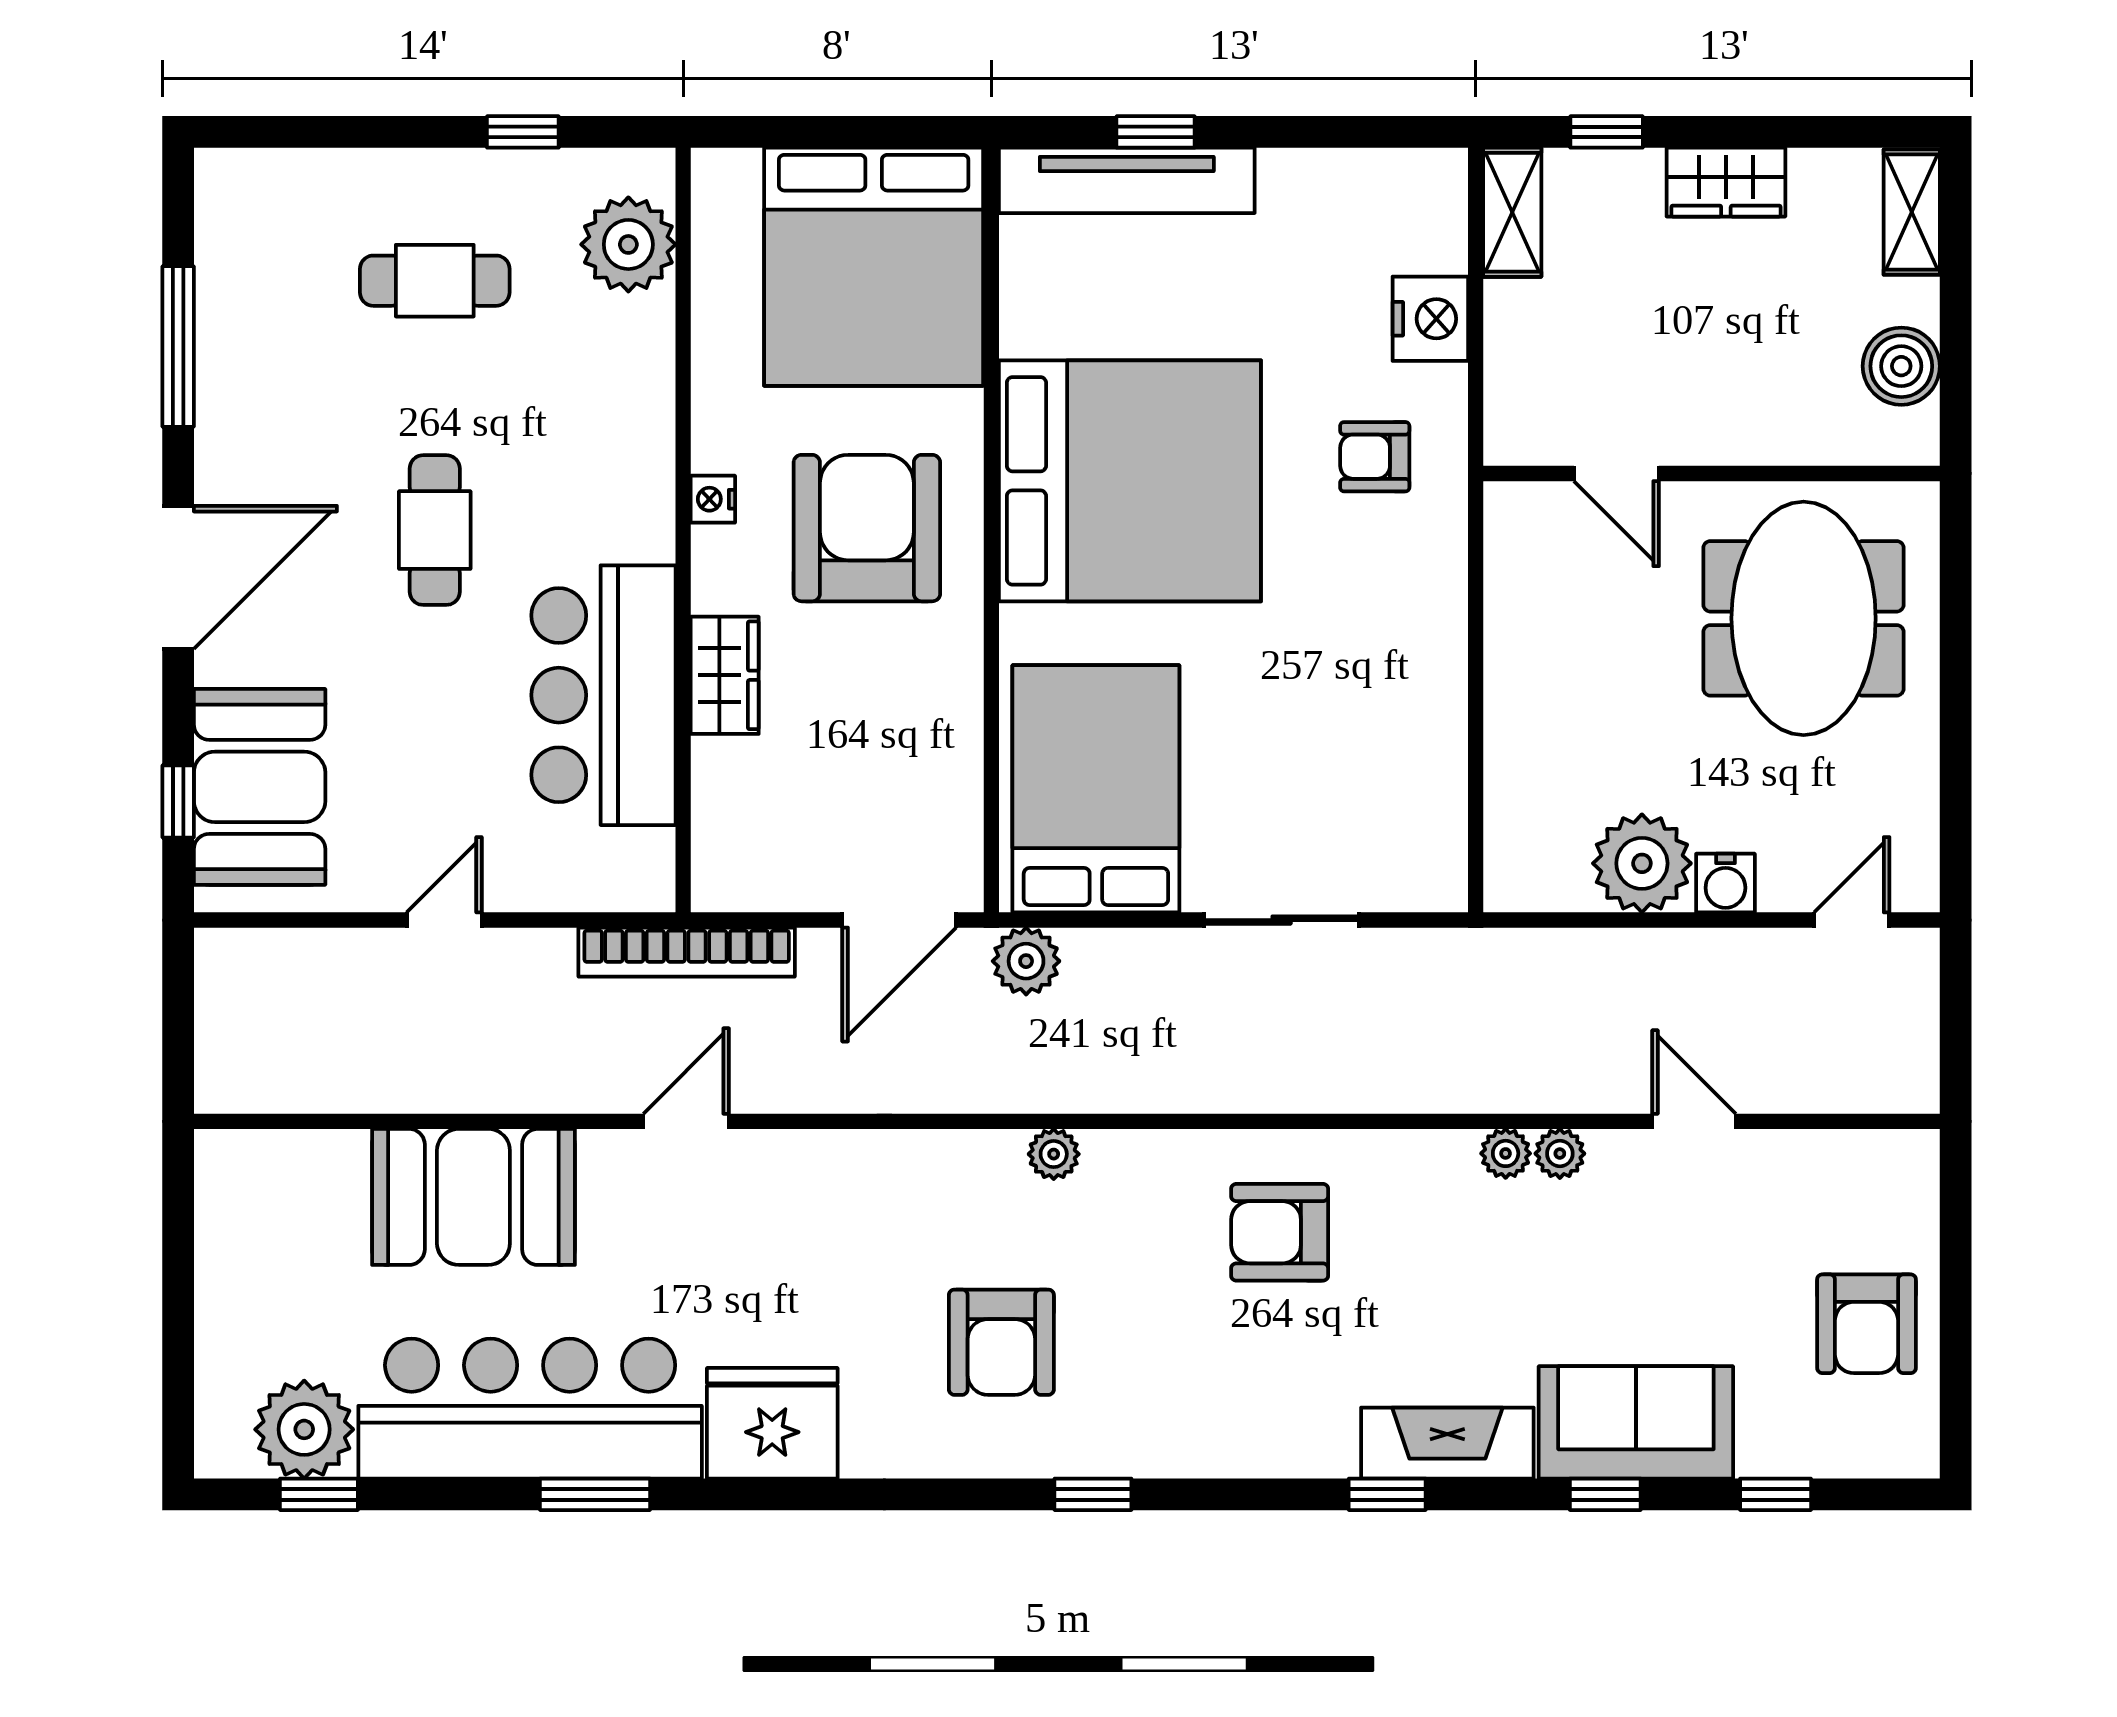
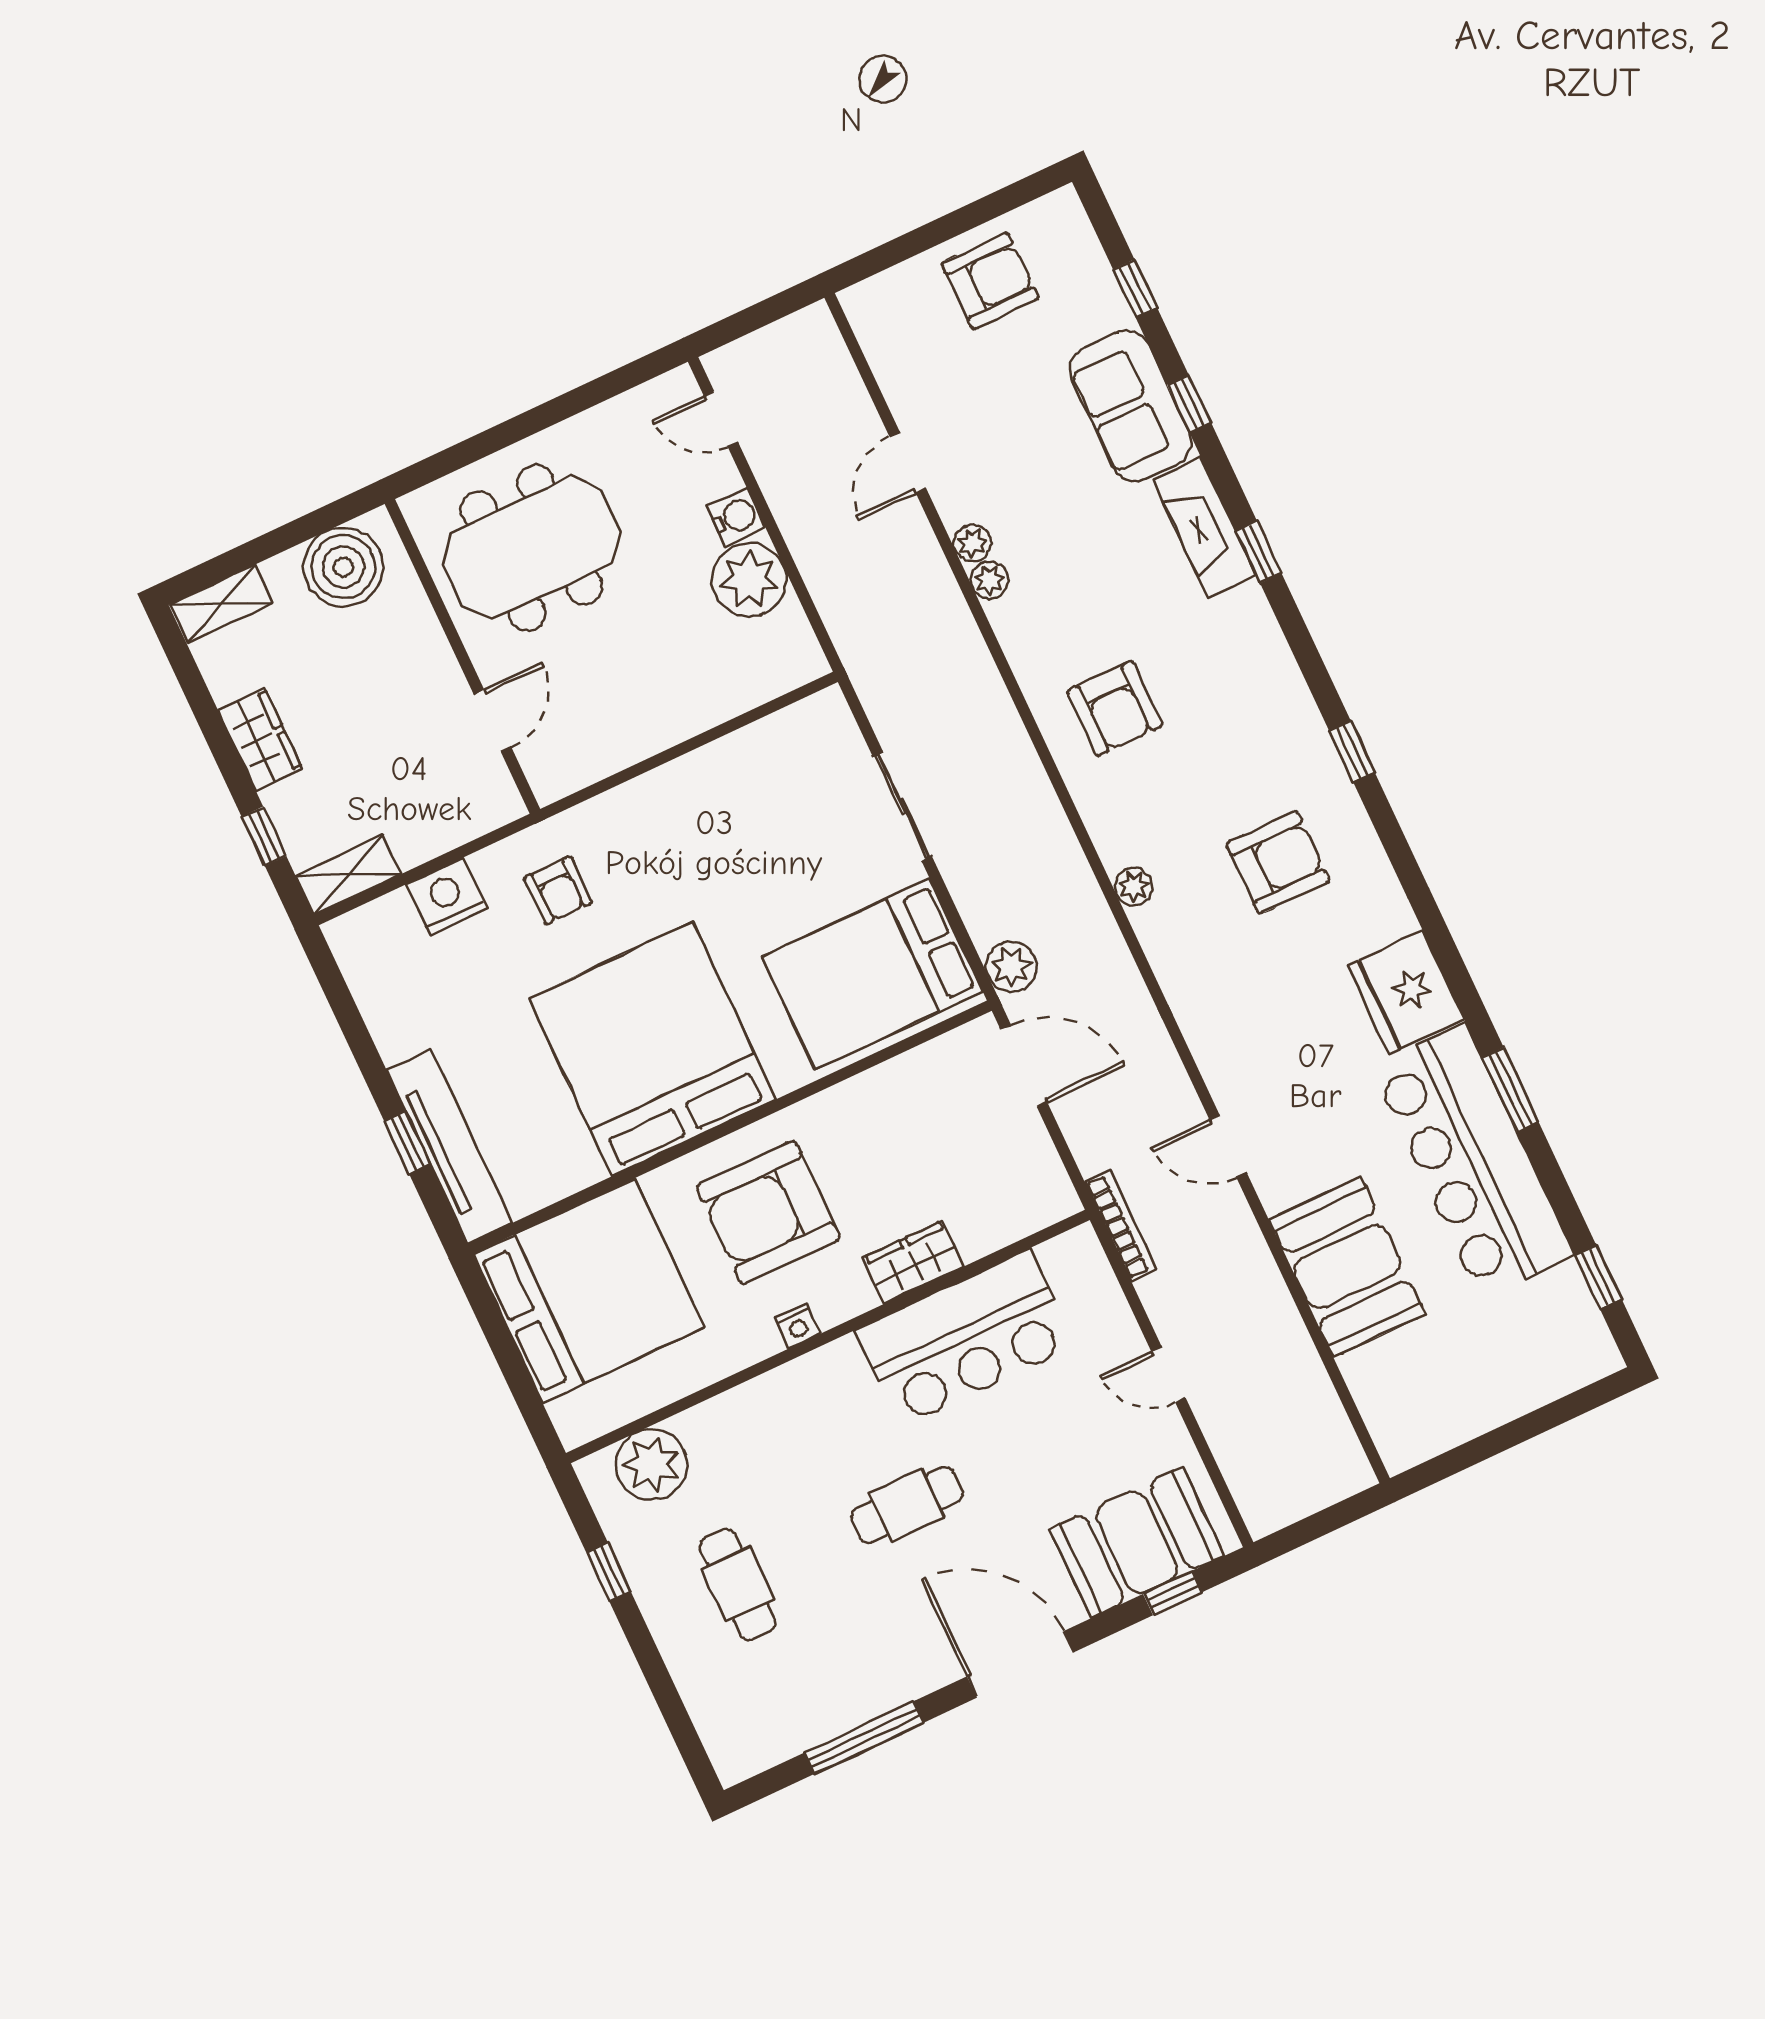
boiler: (1901, 366) -> (343, 567), width x1.37, depth x1.37
bookcase: (687, 952) -> (1120, 1226), width x0.68, depth x0.76
plant: (304, 1429) -> (1559, 1308), removed

